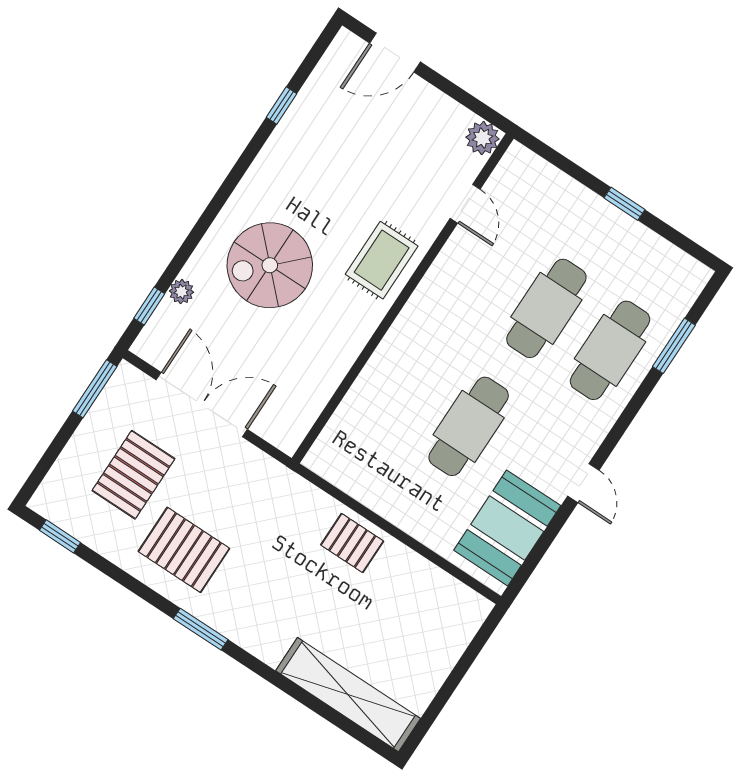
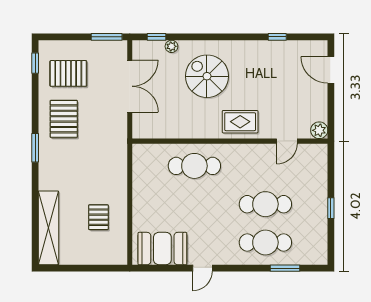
cafe table: (469, 426) -> (194, 166), moved
pallet: (133, 475) -> (68, 73), moved
pallet: (352, 543) -> (98, 217), moved

